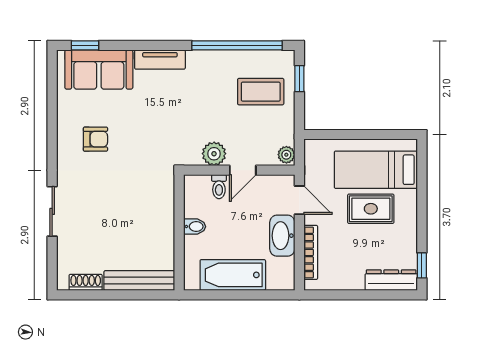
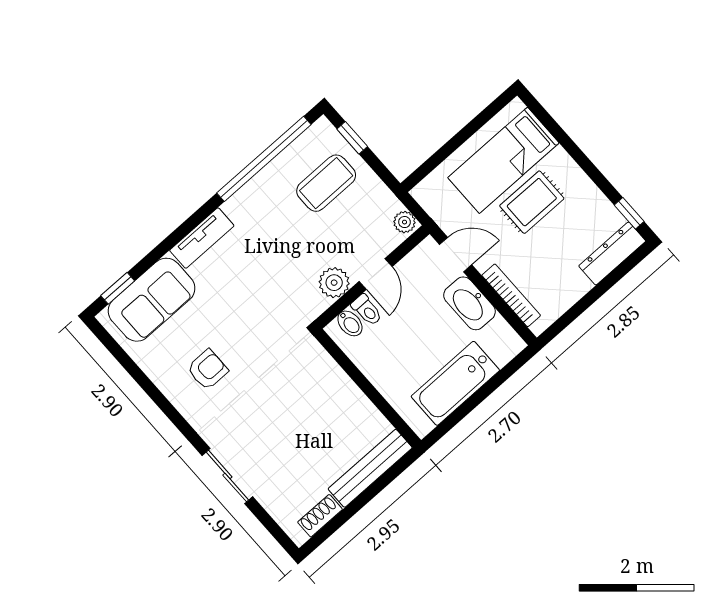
bidet: (195, 227) -> (350, 323), moved, turned 90

